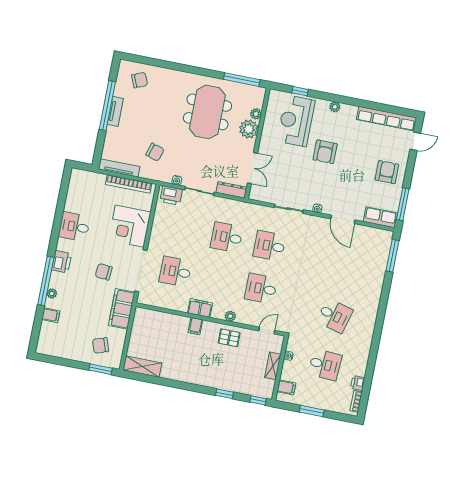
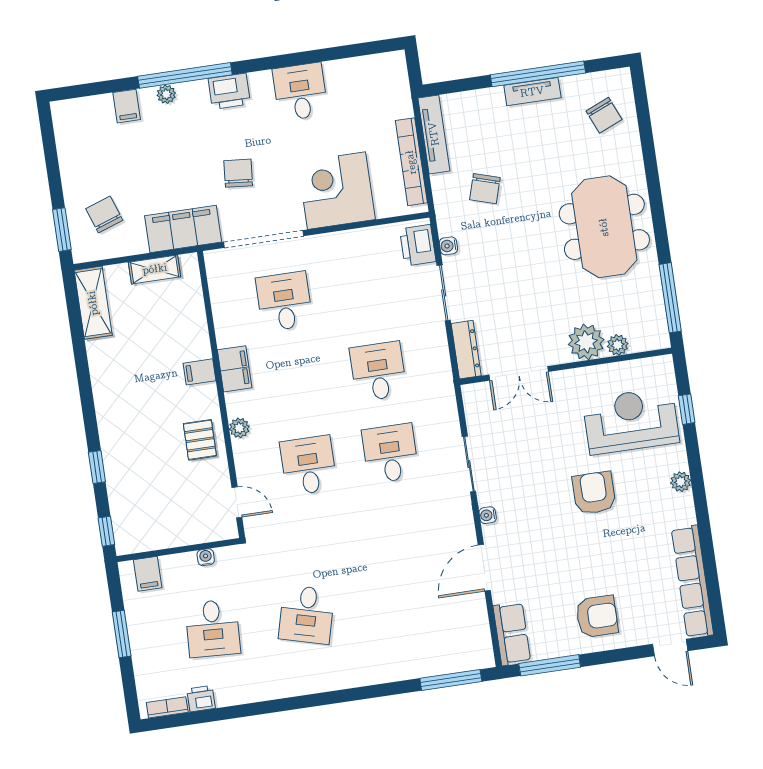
meeting table: (207, 112) -> (604, 227), moved, turned 90
armchair: (325, 152) -> (594, 493), turned 90
shelving: (273, 366) -> (155, 269), moved

